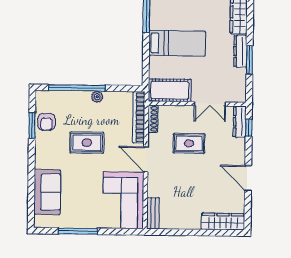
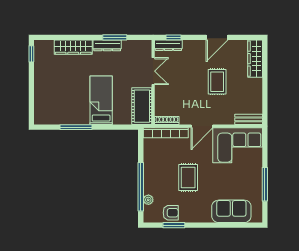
plant: (97, 97) -> (148, 200), moved
rug: (189, 143) -> (217, 82), moved

